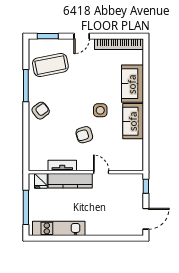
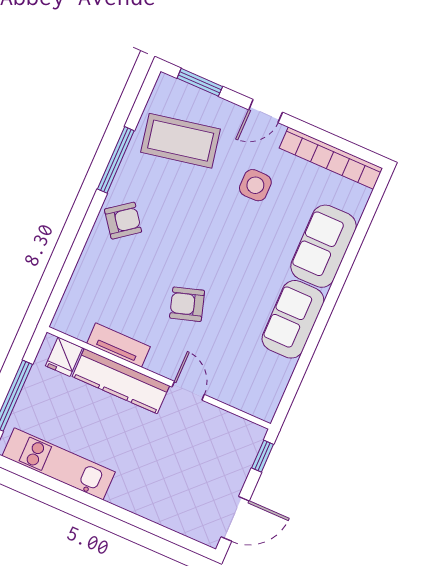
side table: (100, 110) -> (255, 185), moved

